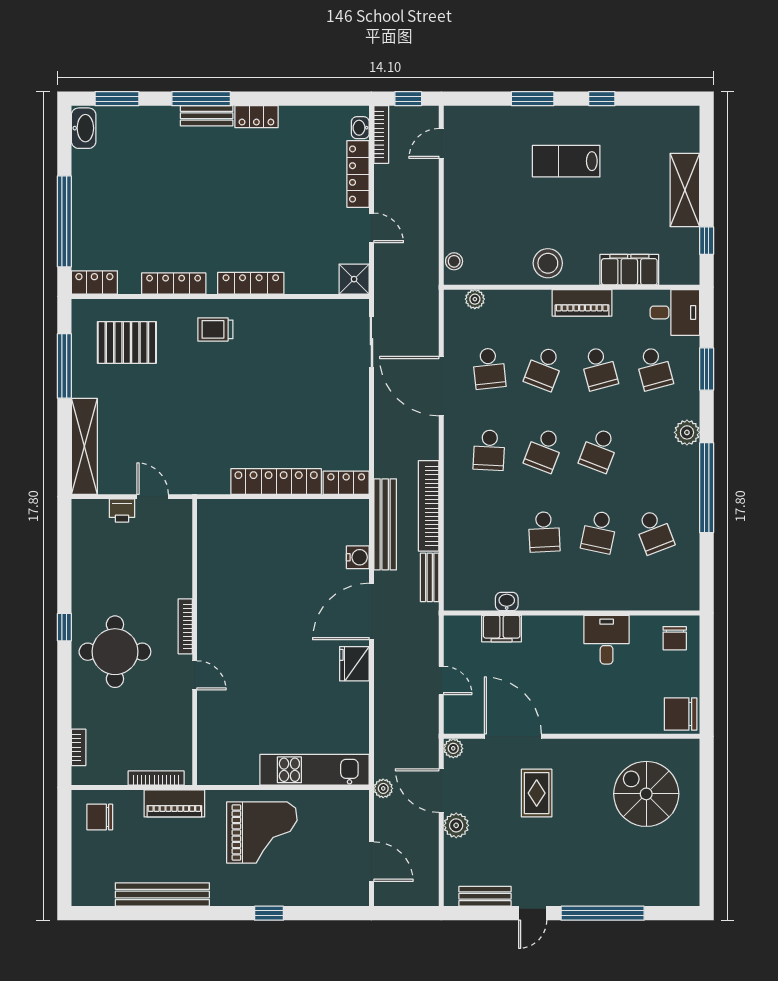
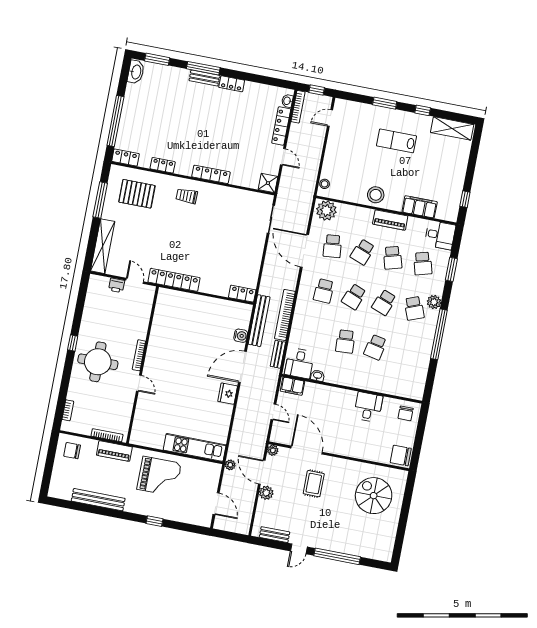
shelving: (685, 190) -> (452, 128), moved, turned 90
locker: (174, 284) -> (163, 165), width x0.66
plant: (475, 299) -> (326, 211), width x1.87, depth x1.87
locker: (276, 481) -> (174, 280), moved
school desk: (654, 532) -> (414, 308), moved
desk: (471, 586) -> (299, 363), added
filing cabinet: (502, 629) -> (293, 386), moved

